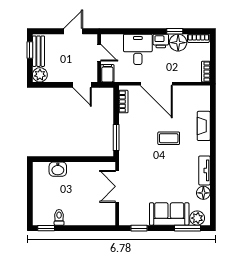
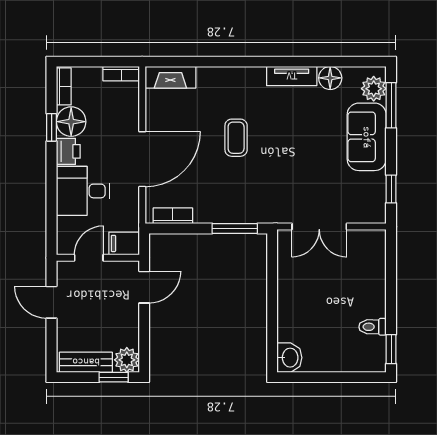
window: (30, 50) -> (114, 377), moved
fireplace: (204, 126) -> (170, 77), moved
washbasin: (58, 169) -> (289, 358), moved

